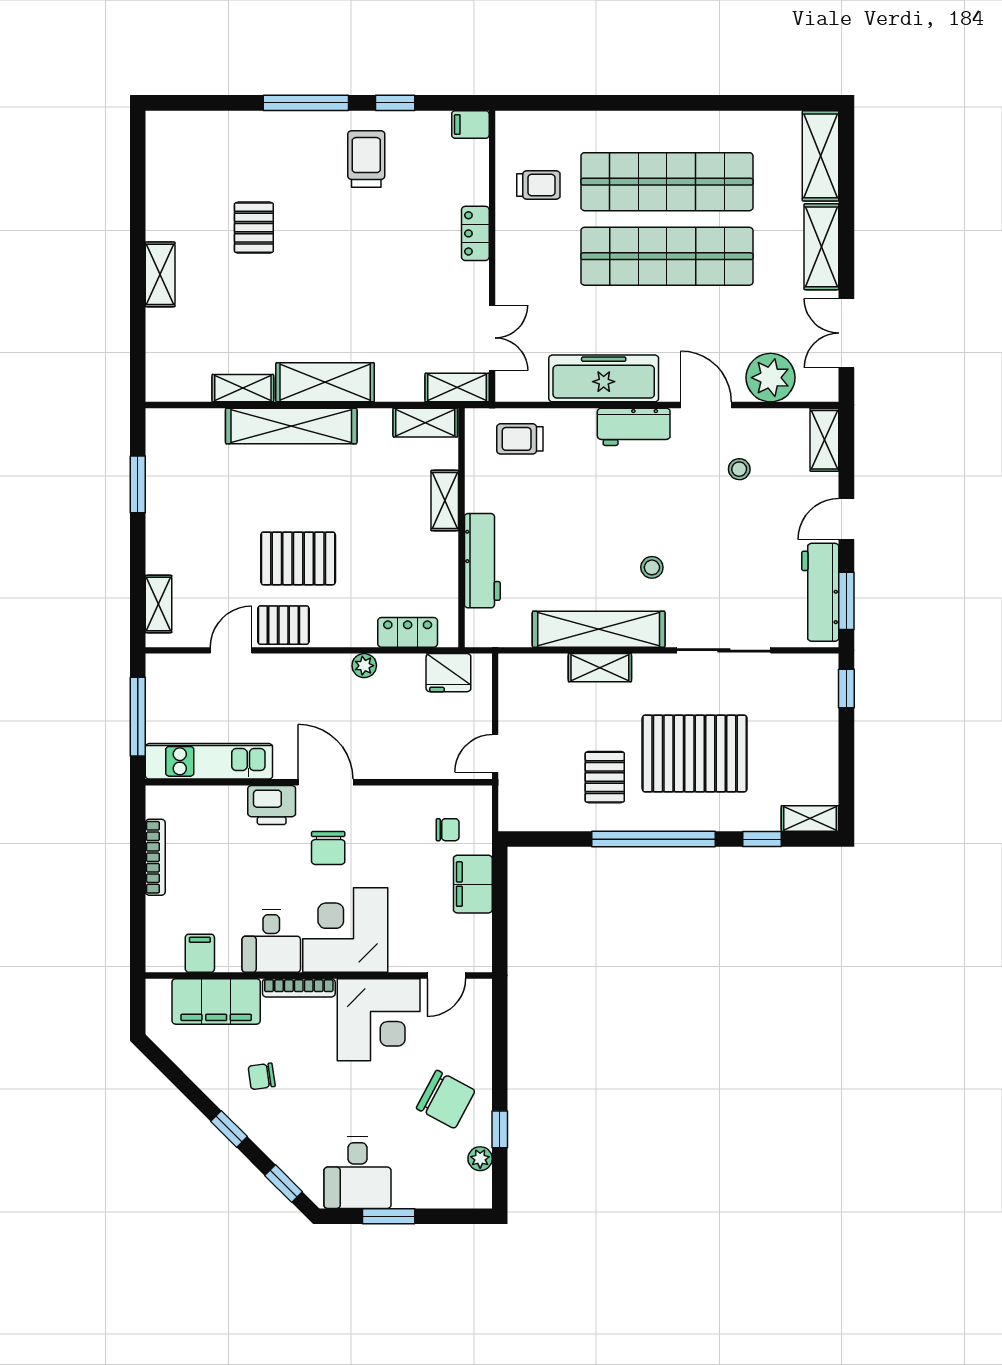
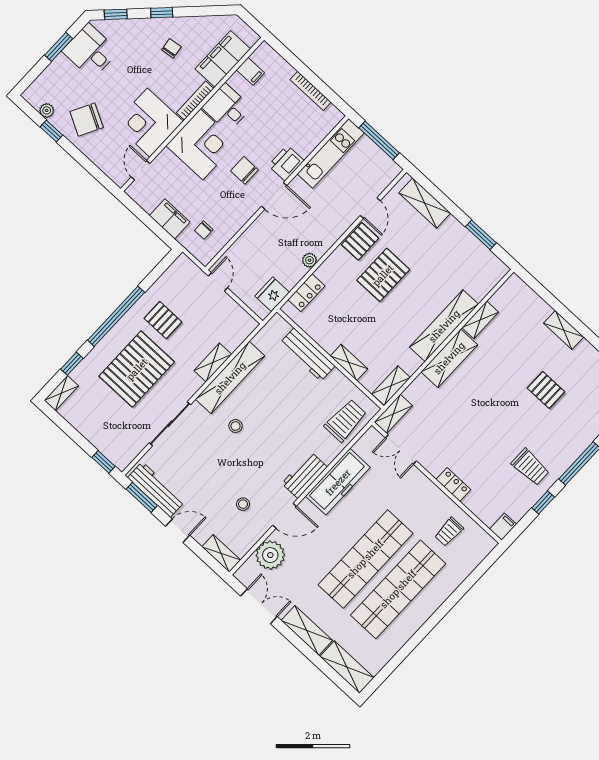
trolley: (520, 439) -> (345, 420), width x1.36, depth x1.39
door: (846, 519) -> (178, 531), hinge flipped
shelving: (159, 604) -> (425, 203), width x1.50, depth x1.33

